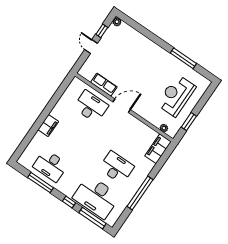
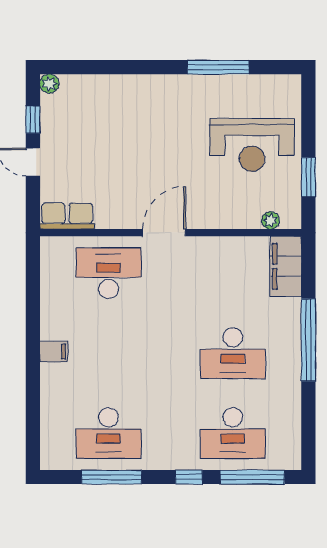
row of seats: (104, 85) -> (67, 216), moved
reception desk: (176, 96) -> (252, 145), turned -90
filing cabinet: (48, 126) -> (54, 352), width x0.50
desk: (117, 167) -> (233, 353), turned 180
window: (140, 193) -> (308, 340), moved
desk: (96, 197) -> (233, 433), width x0.73, depth x0.77

